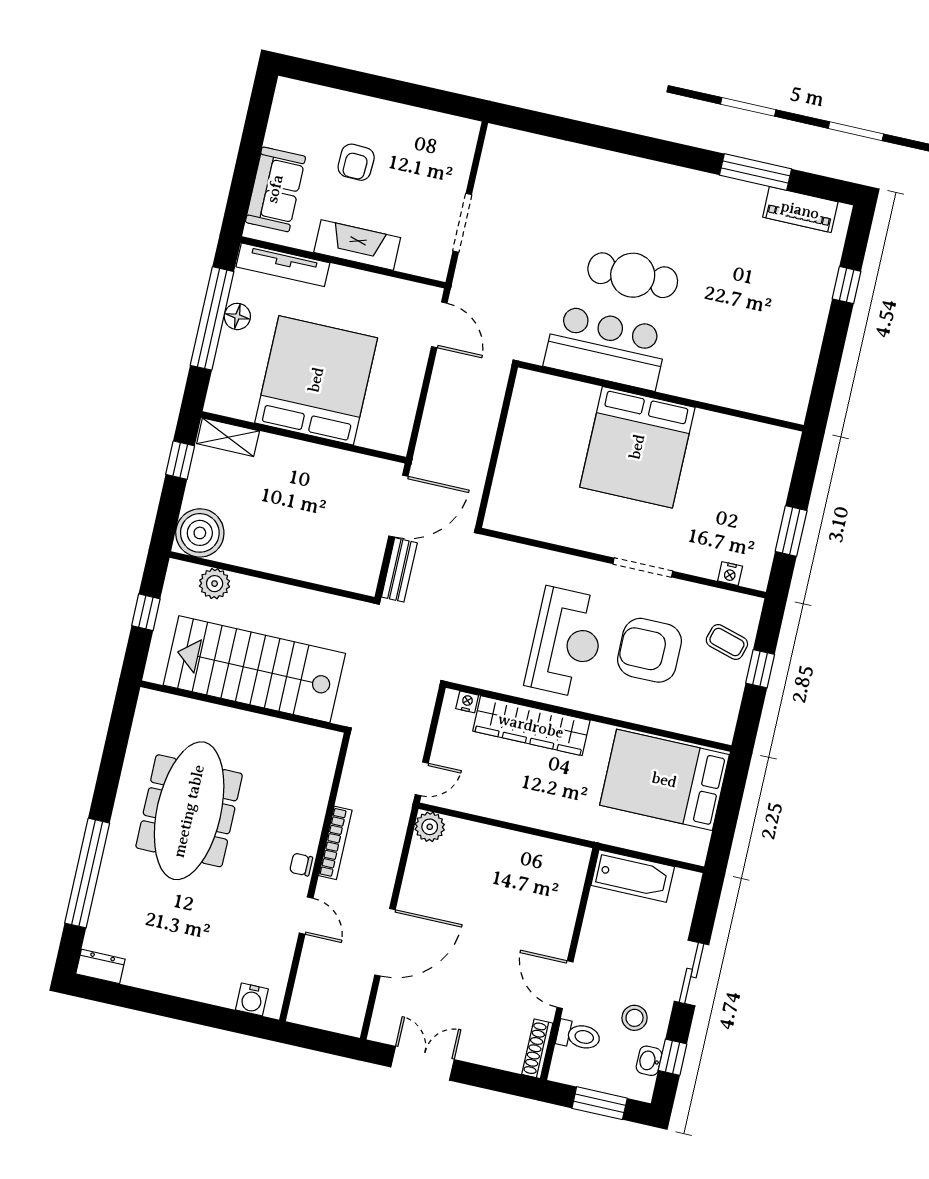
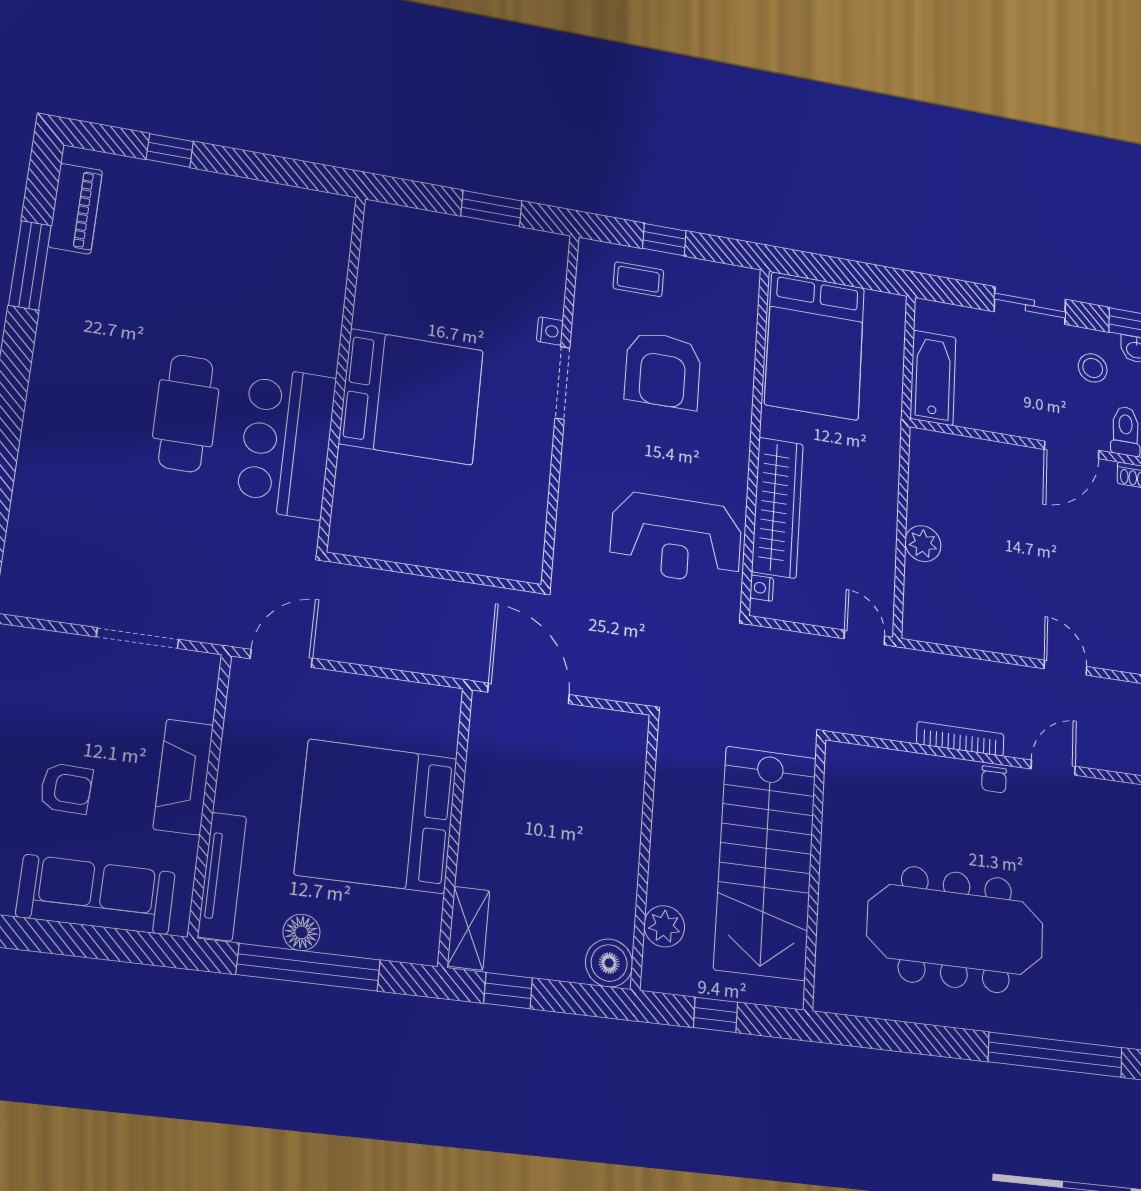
sofa: (275, 189) -> (96, 894), width x1.36
boiler: (200, 533) -> (609, 963), width x0.73, depth x0.73
bench: (399, 570) -> (610, 686), removed
nightstand: (730, 574) -> (550, 331), moved
reception desk: (566, 642) -> (676, 538), moved, turned 180
coffee table: (727, 642) -> (638, 279), turned 74
plant: (430, 827) -> (923, 544), moved
door: (385, 942) -> (1065, 668), width x0.53

